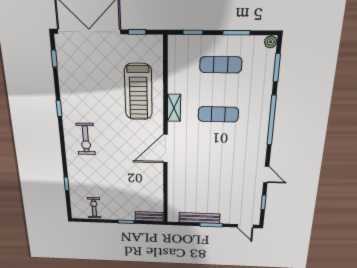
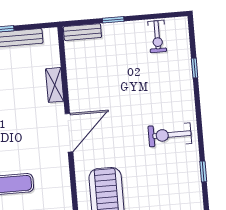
shelving: (174, 108) -> (55, 85), moved
exercise bike: (86, 139) -> (170, 135), turned -90

